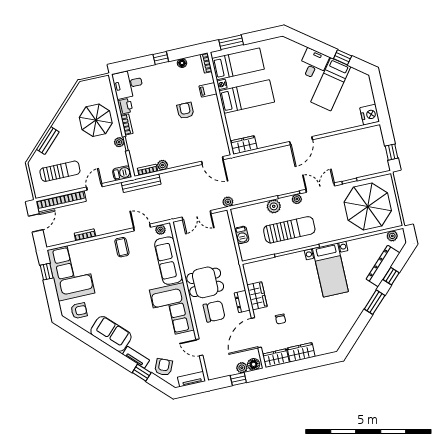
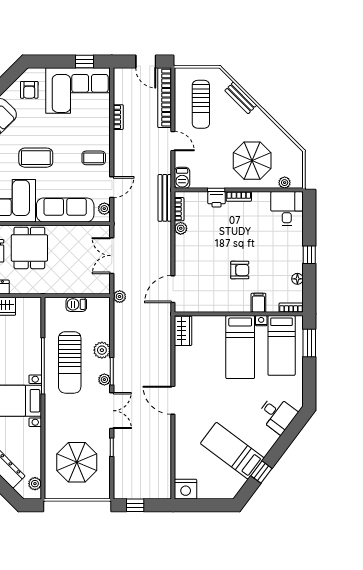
desk: (313, 64) -> (277, 414), moved
printer: (125, 106) -> (216, 199), moved
plant: (119, 142) -> (285, 183), moved
parasol: (368, 206) -> (77, 462), width x0.73, depth x0.73
coffee table: (132, 293) -> (36, 158), added

